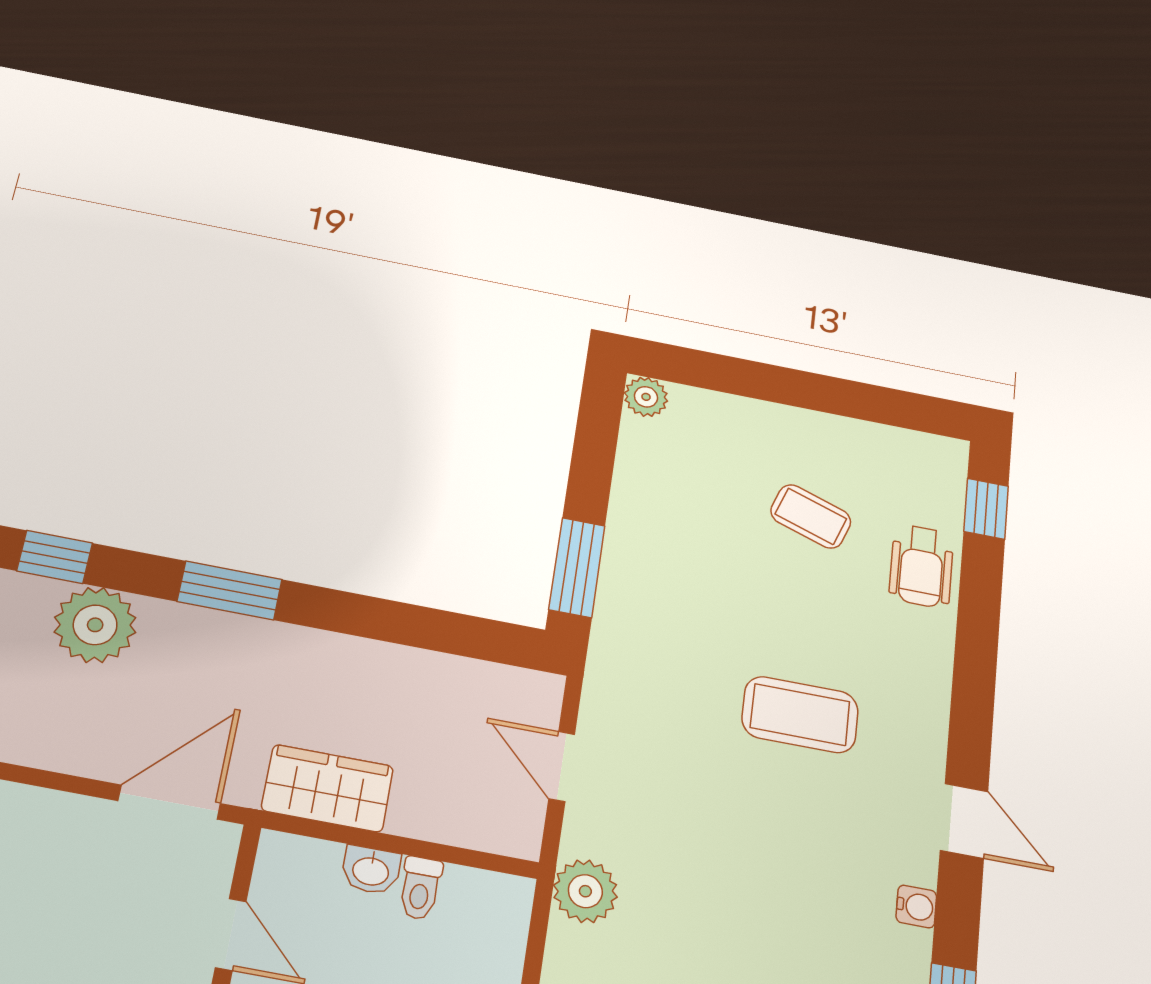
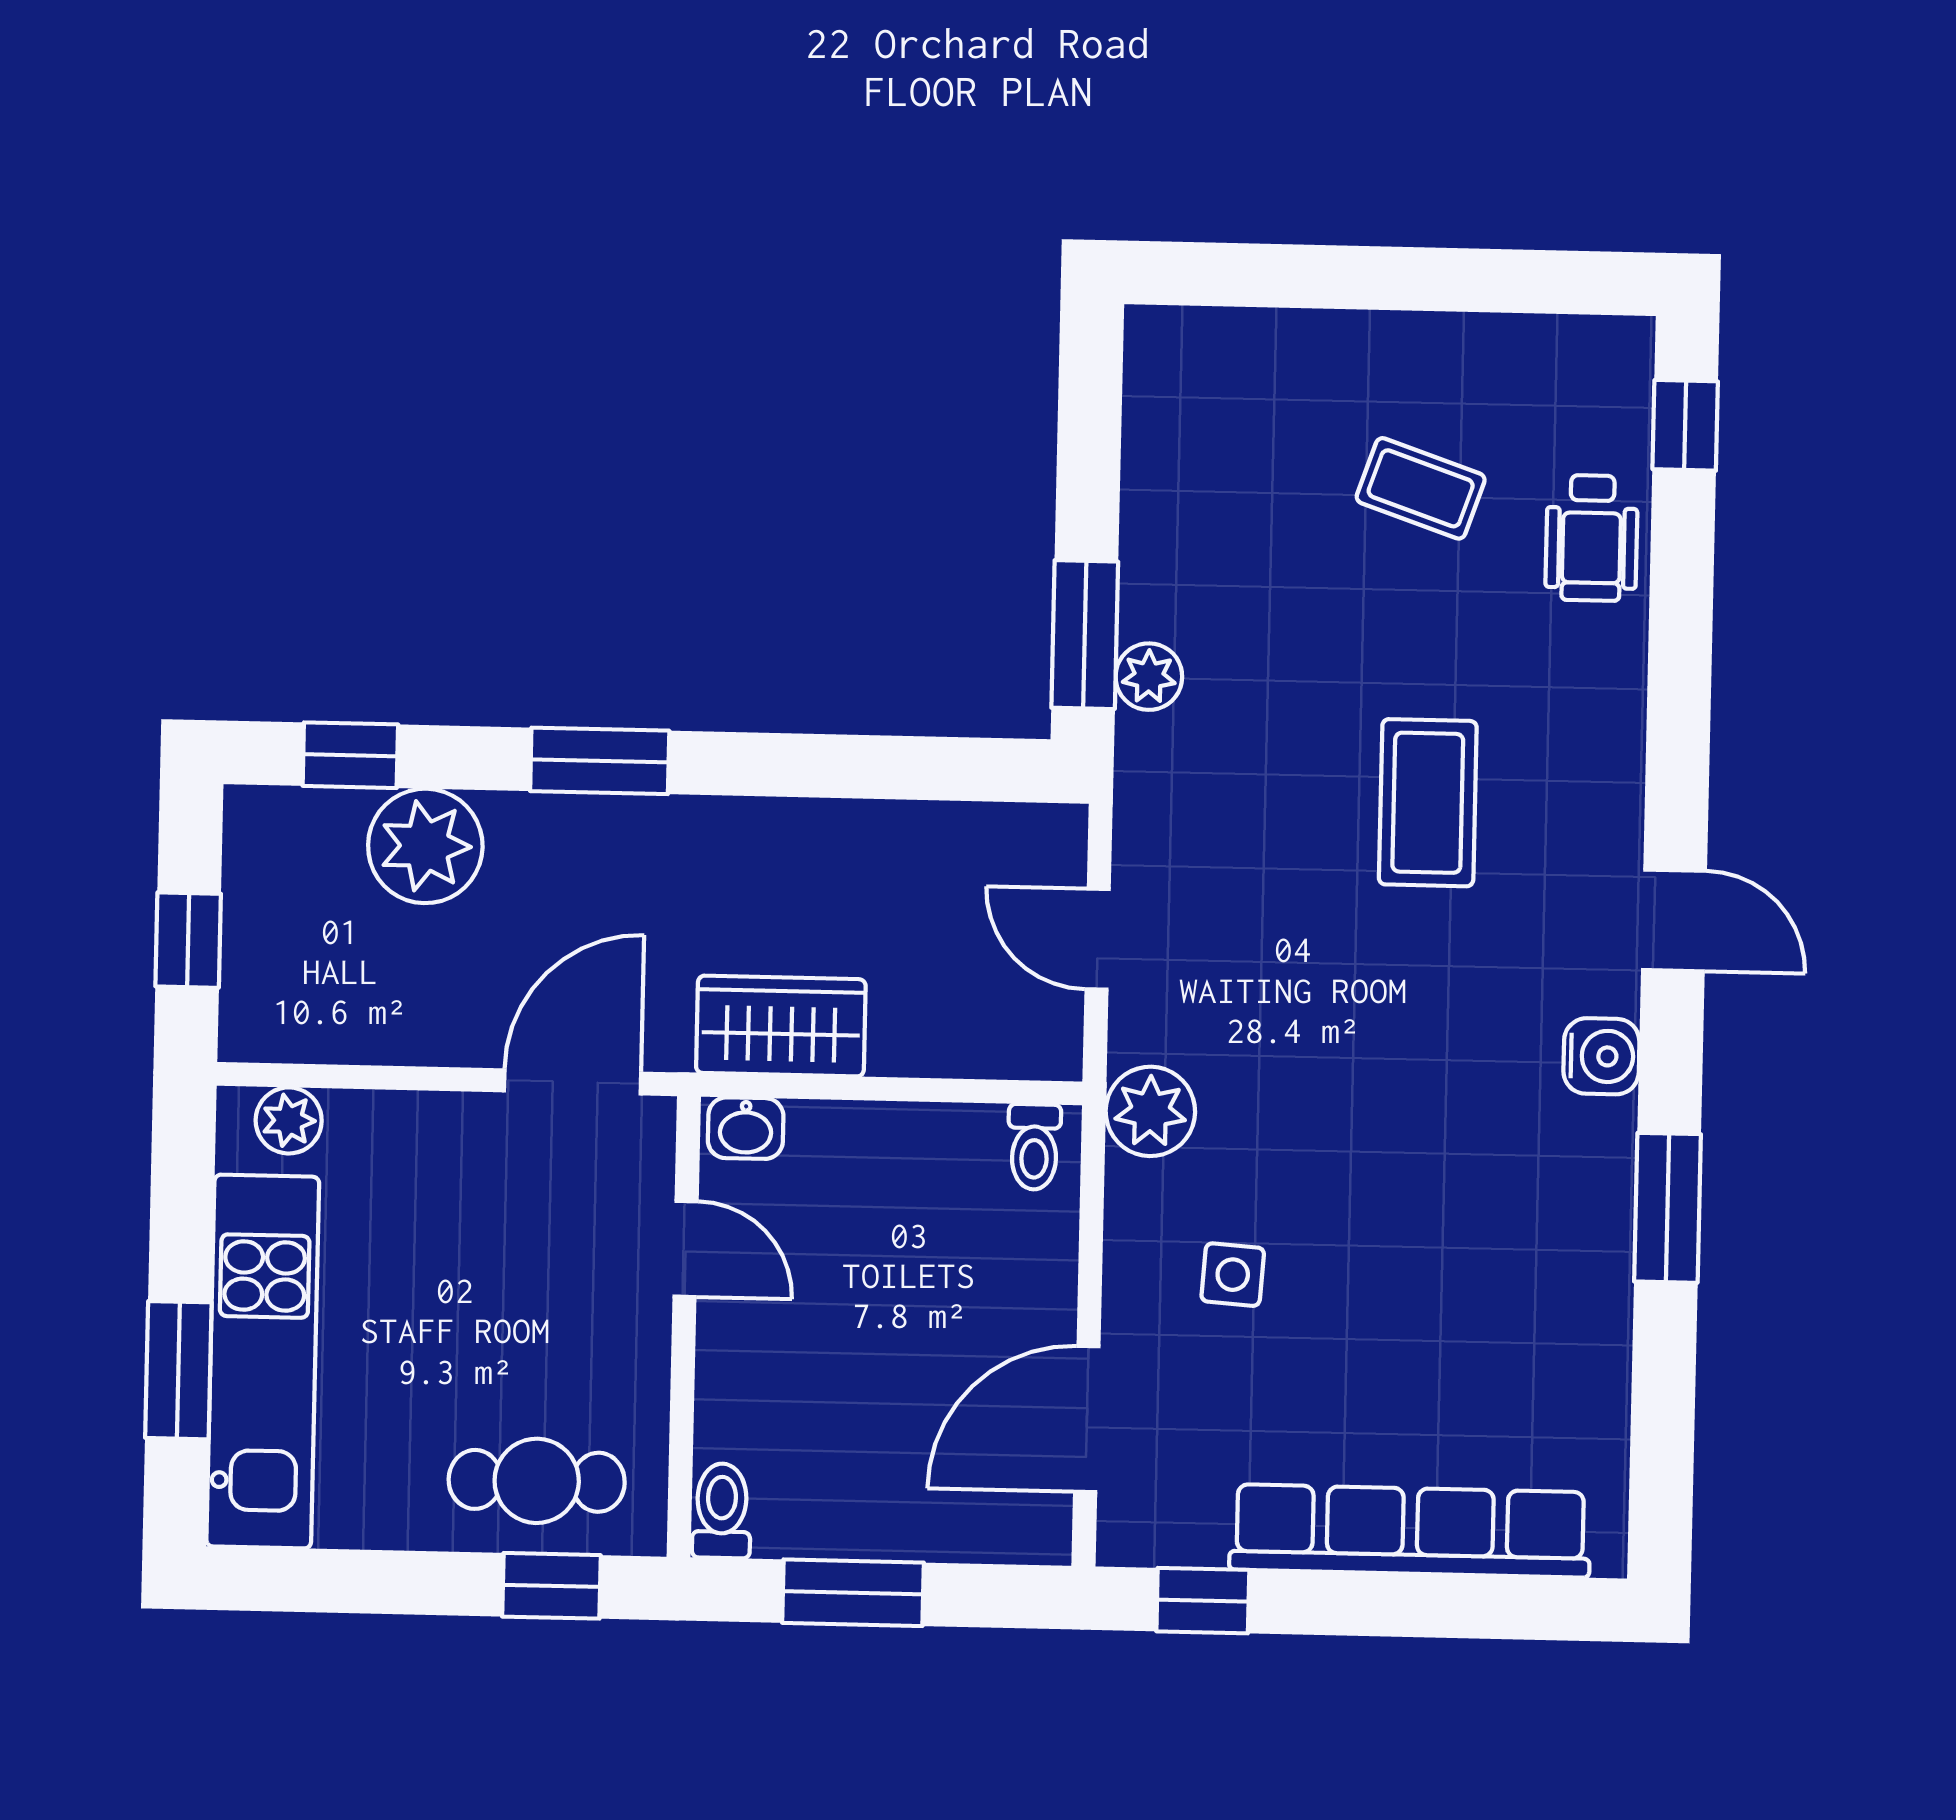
plant: (646, 397) -> (1149, 677), moved
coffee table: (800, 715) -> (1428, 803), turned 90
washbasin: (371, 870) -> (746, 1128), moved
toilet: (420, 888) -> (1034, 1147), moved
water cooler: (916, 906) -> (1601, 1056), width x1.38, depth x1.38

